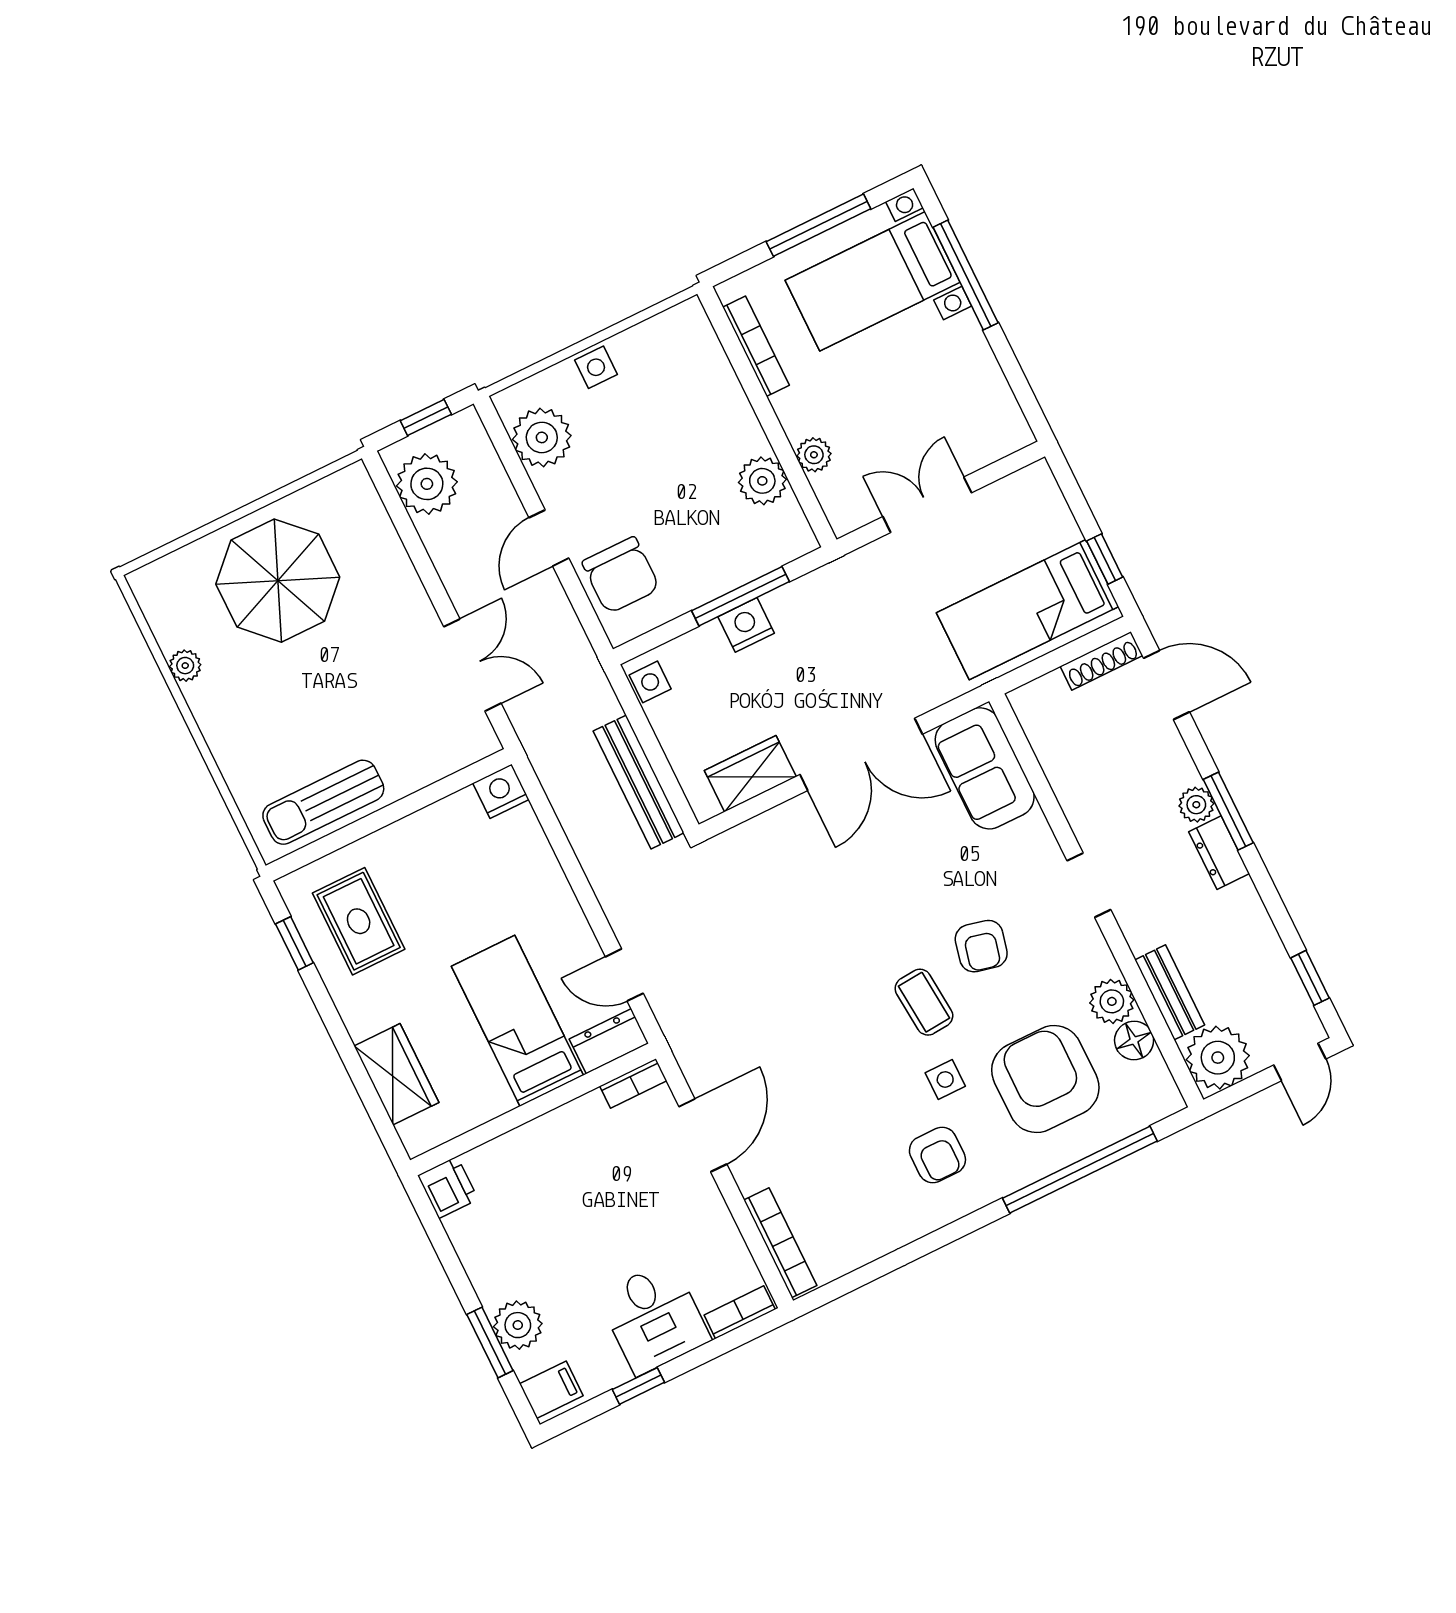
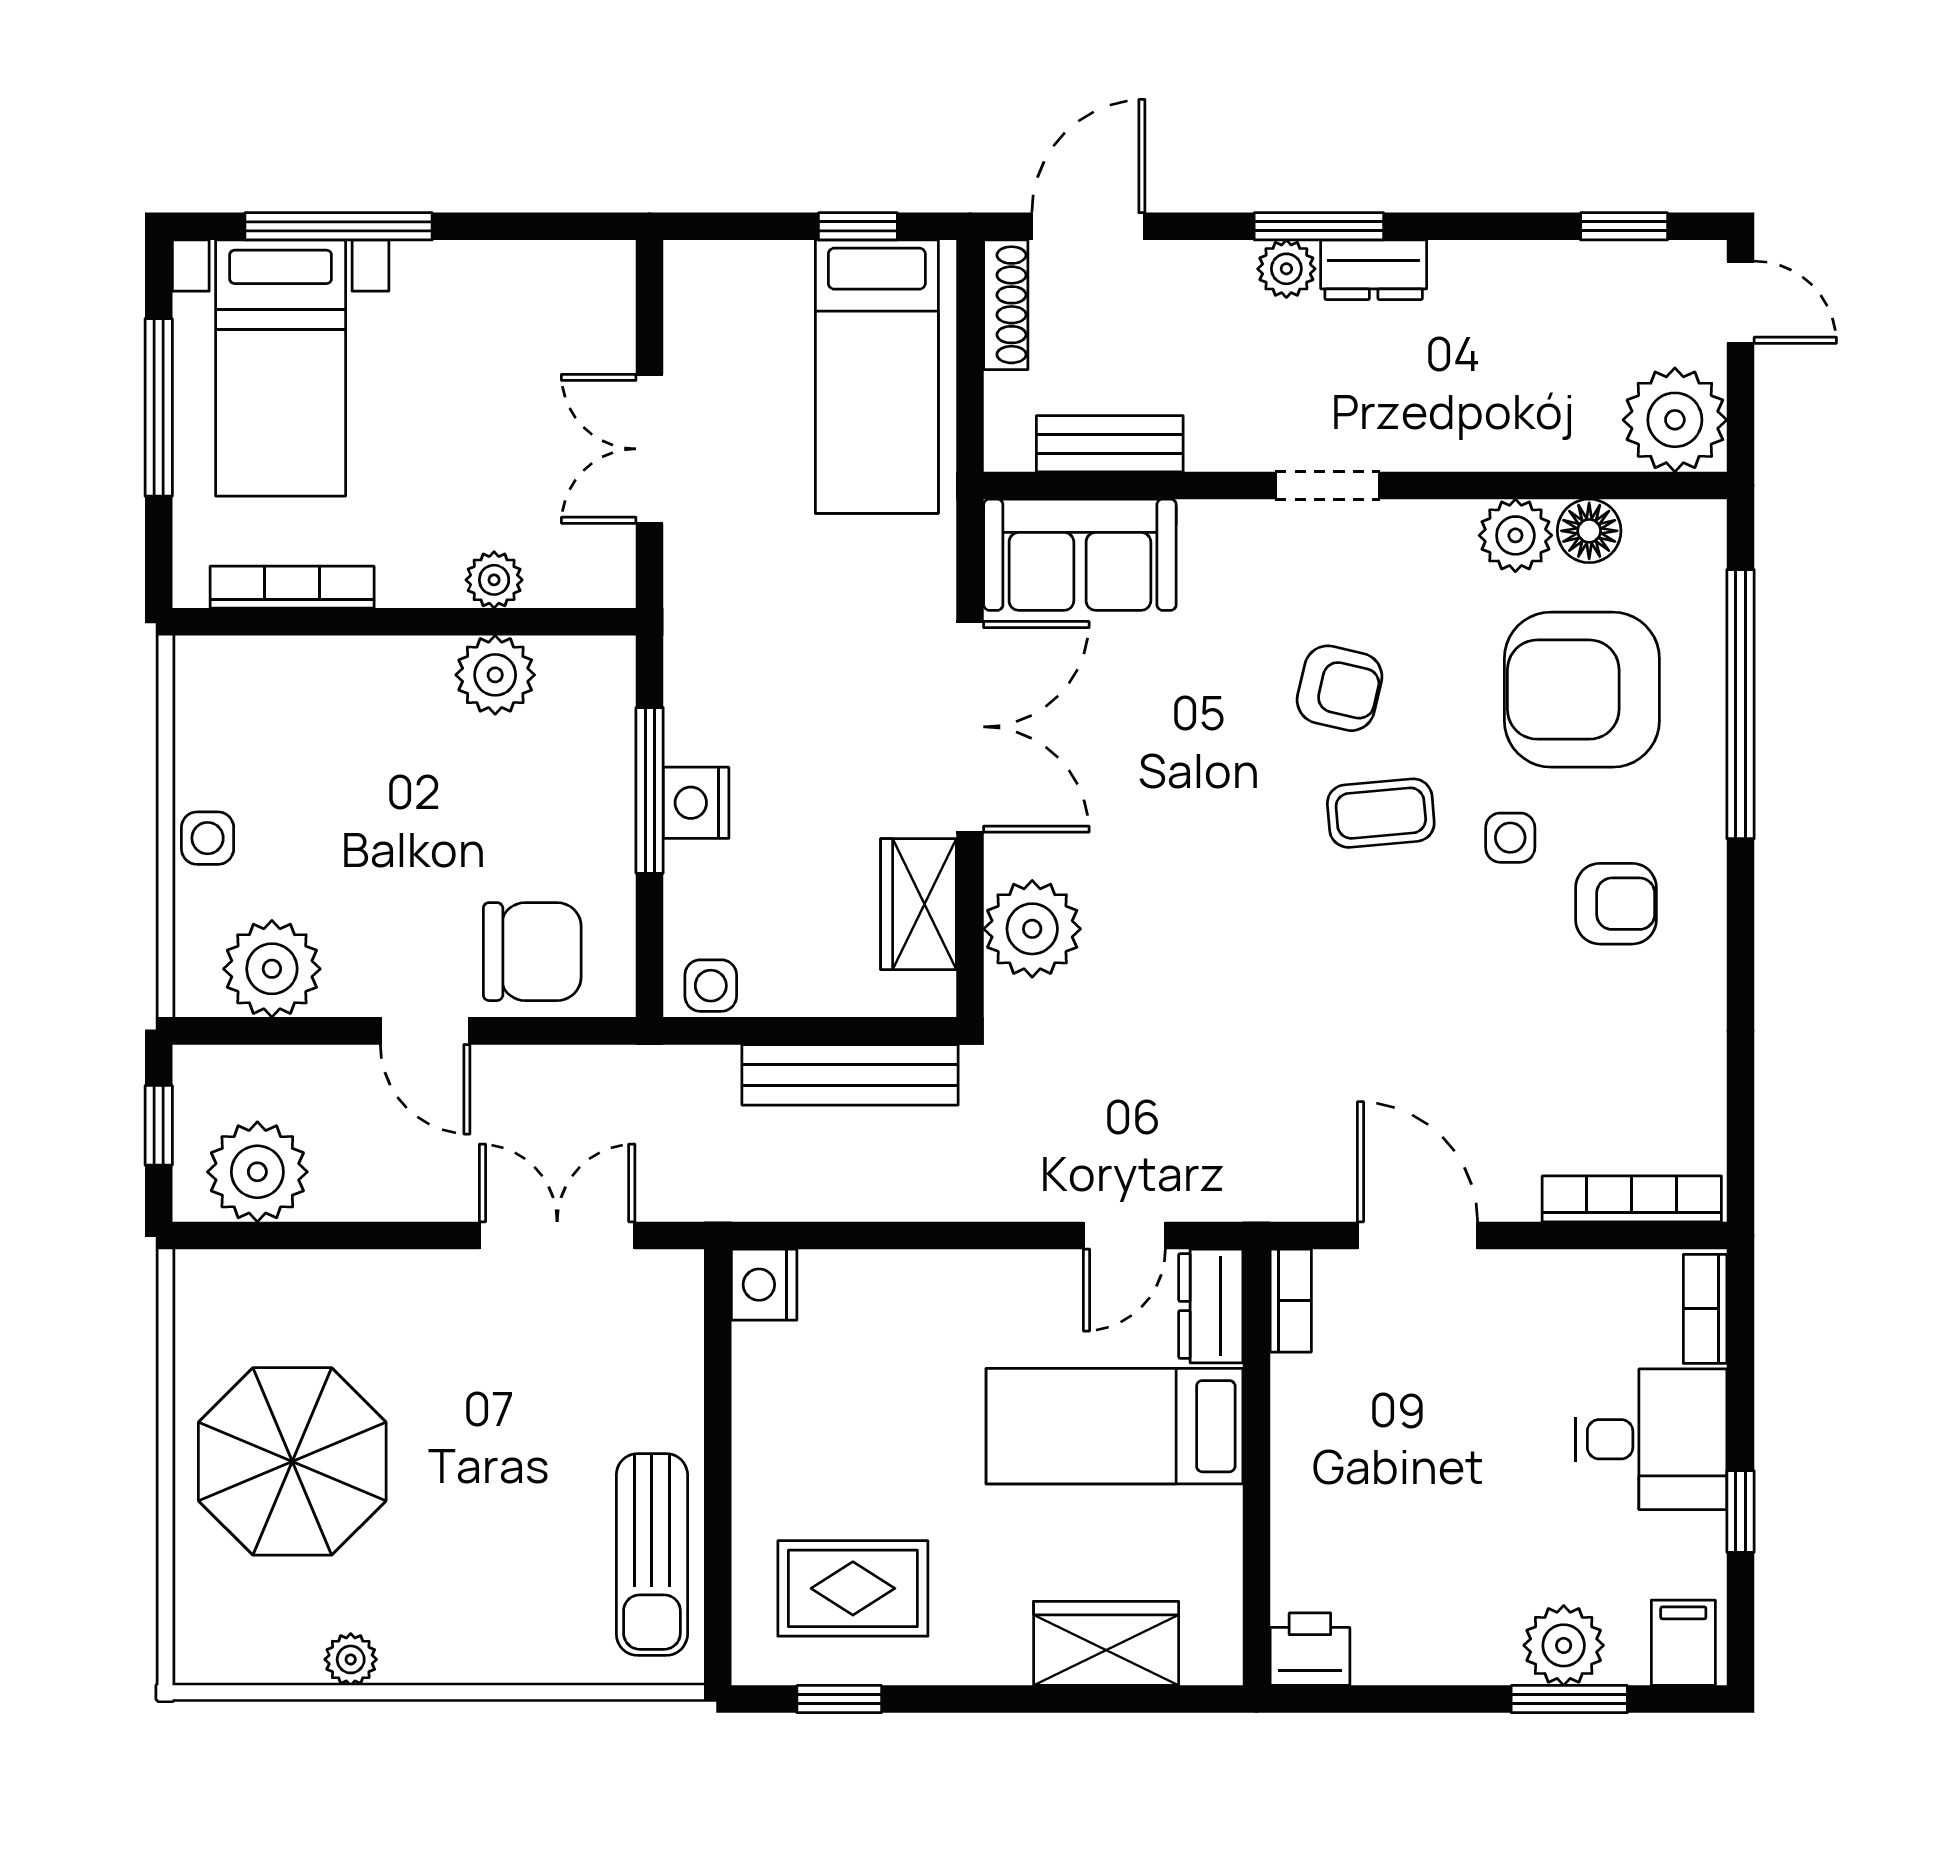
plant: (767, 842) -> (1032, 929), added
bench: (1170, 992) -> (1110, 444), moved

